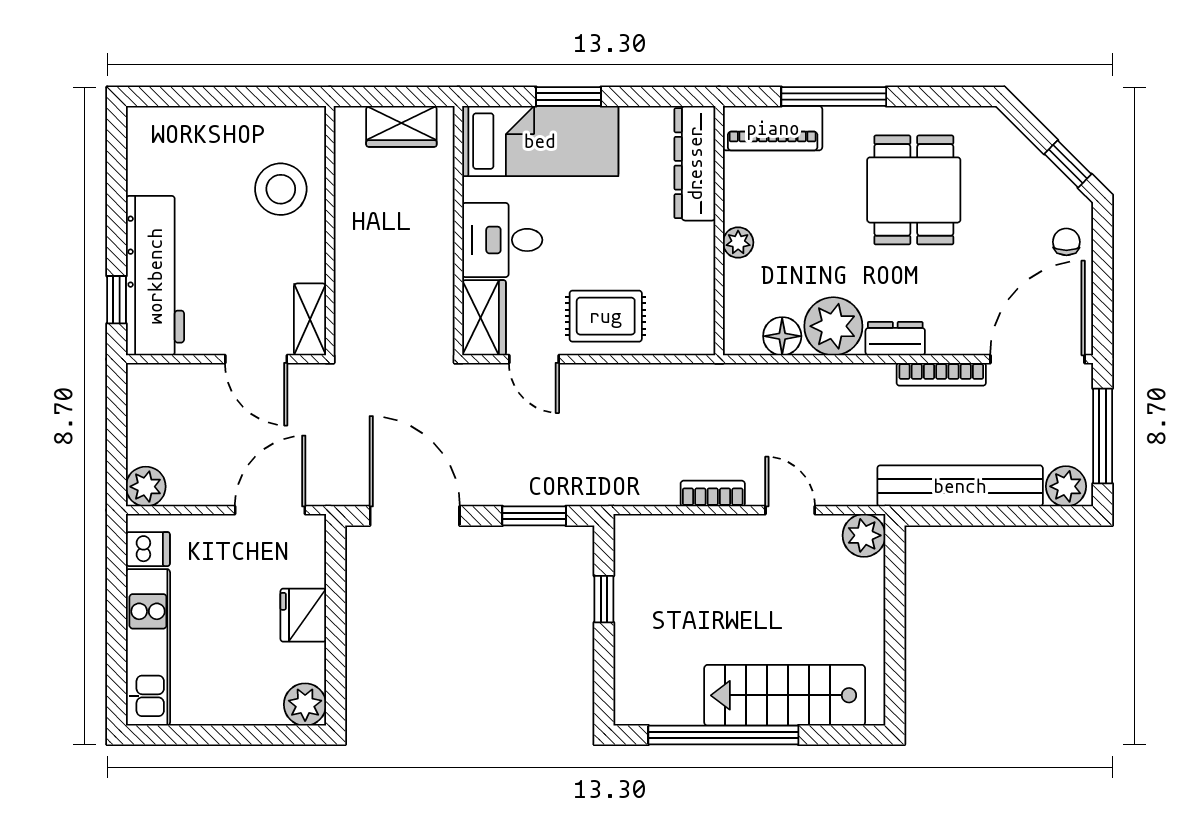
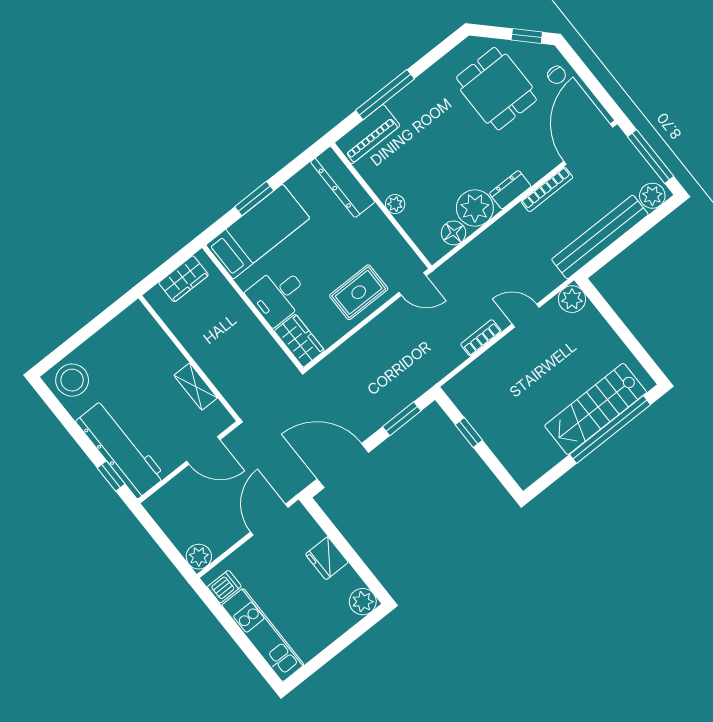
stool: (281, 189) -> (72, 380), moved
dining table: (914, 190) -> (496, 89), moved
chair: (1066, 242) -> (557, 75), turned 180
shelving: (310, 319) -> (196, 387), moved
door: (534, 359) -> (412, 284), moved
window: (723, 735) -> (610, 430), moved

